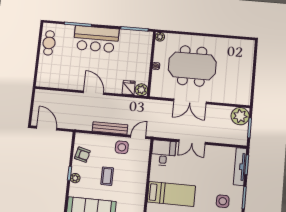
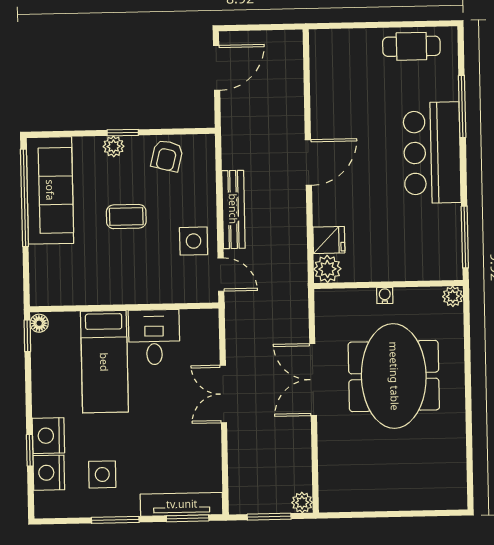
plant: (240, 116) -> (302, 502), width x0.53, depth x0.53
desk: (163, 153) -> (154, 337), moved, turned -90

